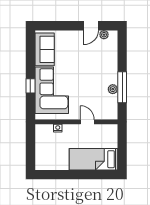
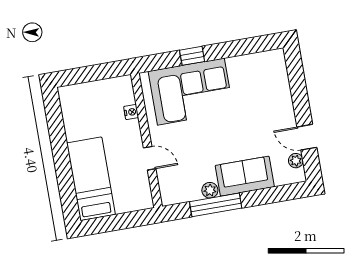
sofa: (45, 49) -> (245, 176), moved, turned 180
door: (87, 122) -> (150, 158), hinge flipped

